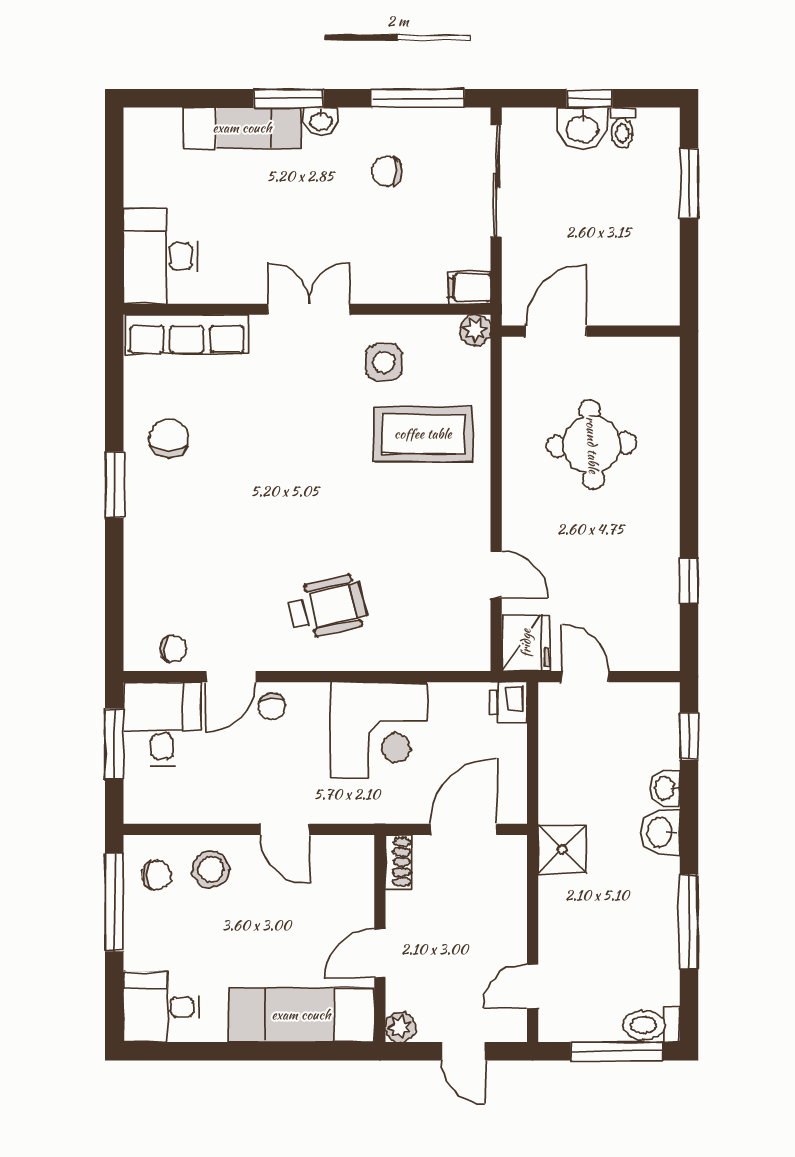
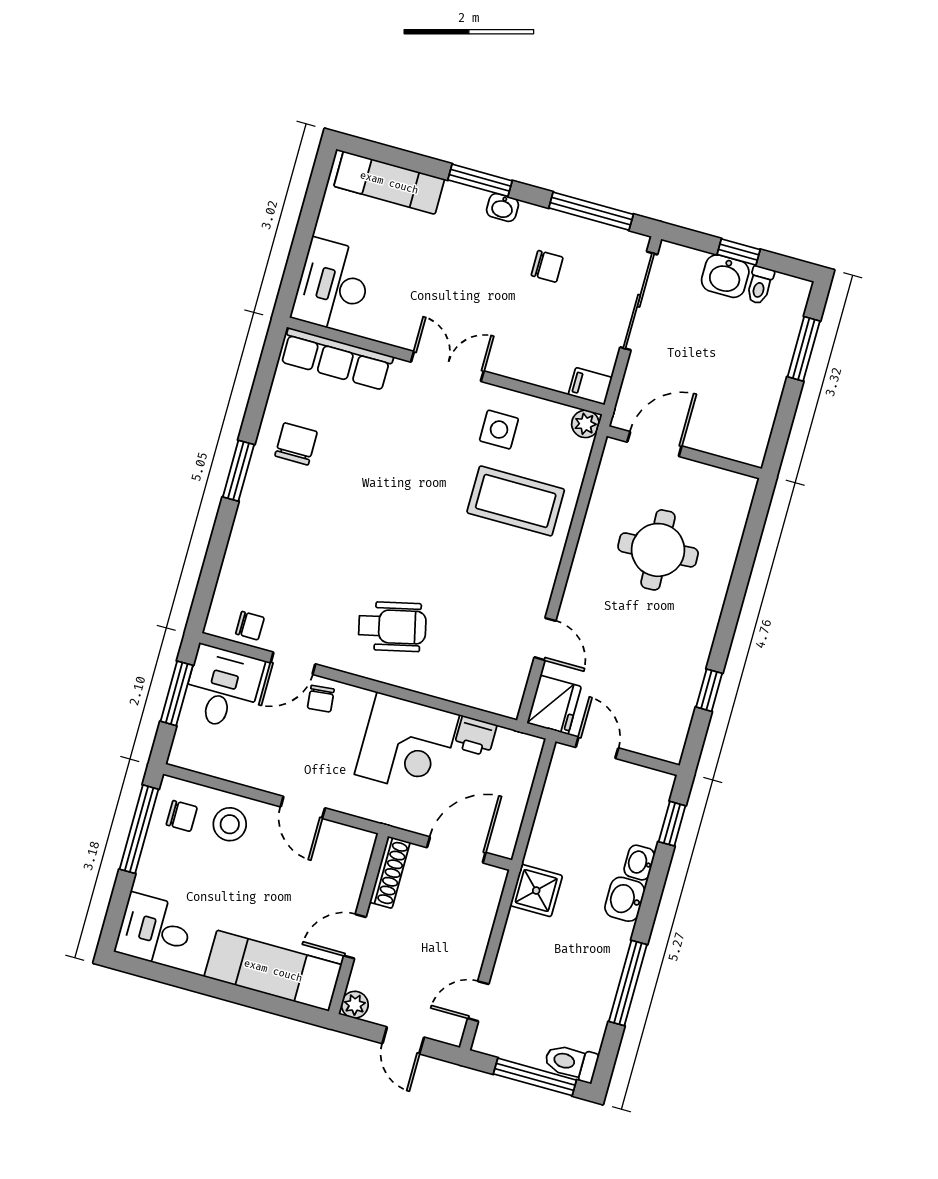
exam couch: (242, 128) -> (389, 183), moved
chair: (387, 171) -> (547, 266), turned 180
printer: (509, 702) -> (475, 736), moved, turned -90
shoe rack: (398, 862) -> (390, 872), width x1.43

